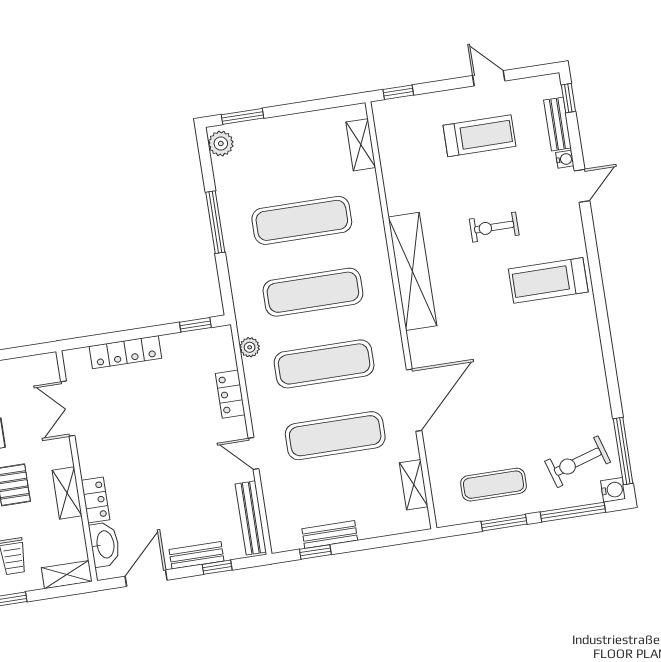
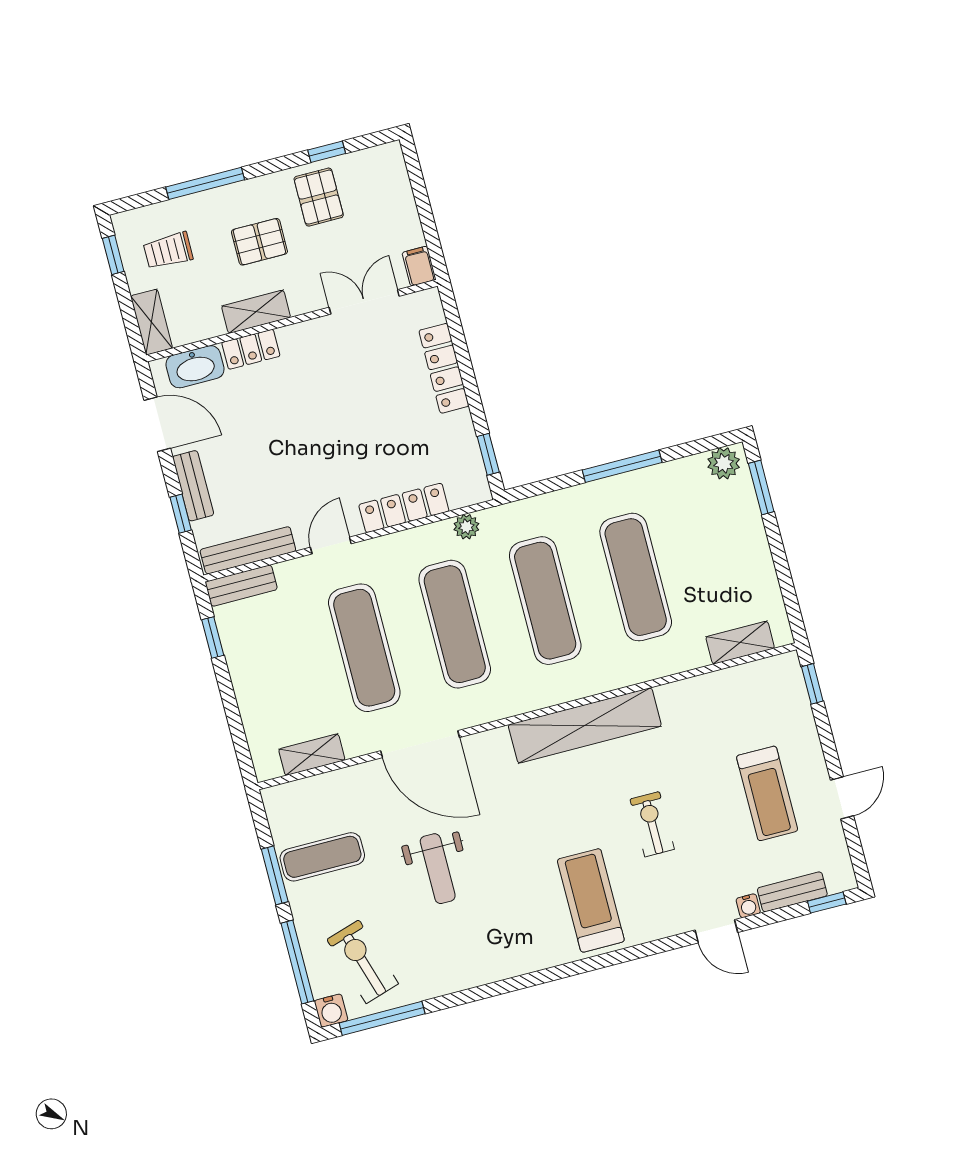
filing cabinet: (44, 363) -> (419, 266), added
locker: (230, 394) -> (404, 508), width x1.53
weight bench: (512, 396) -> (438, 869), added
exercise mat: (493, 485) -> (322, 857), turned 90
bench: (330, 535) -> (241, 586), moved, turned 90

